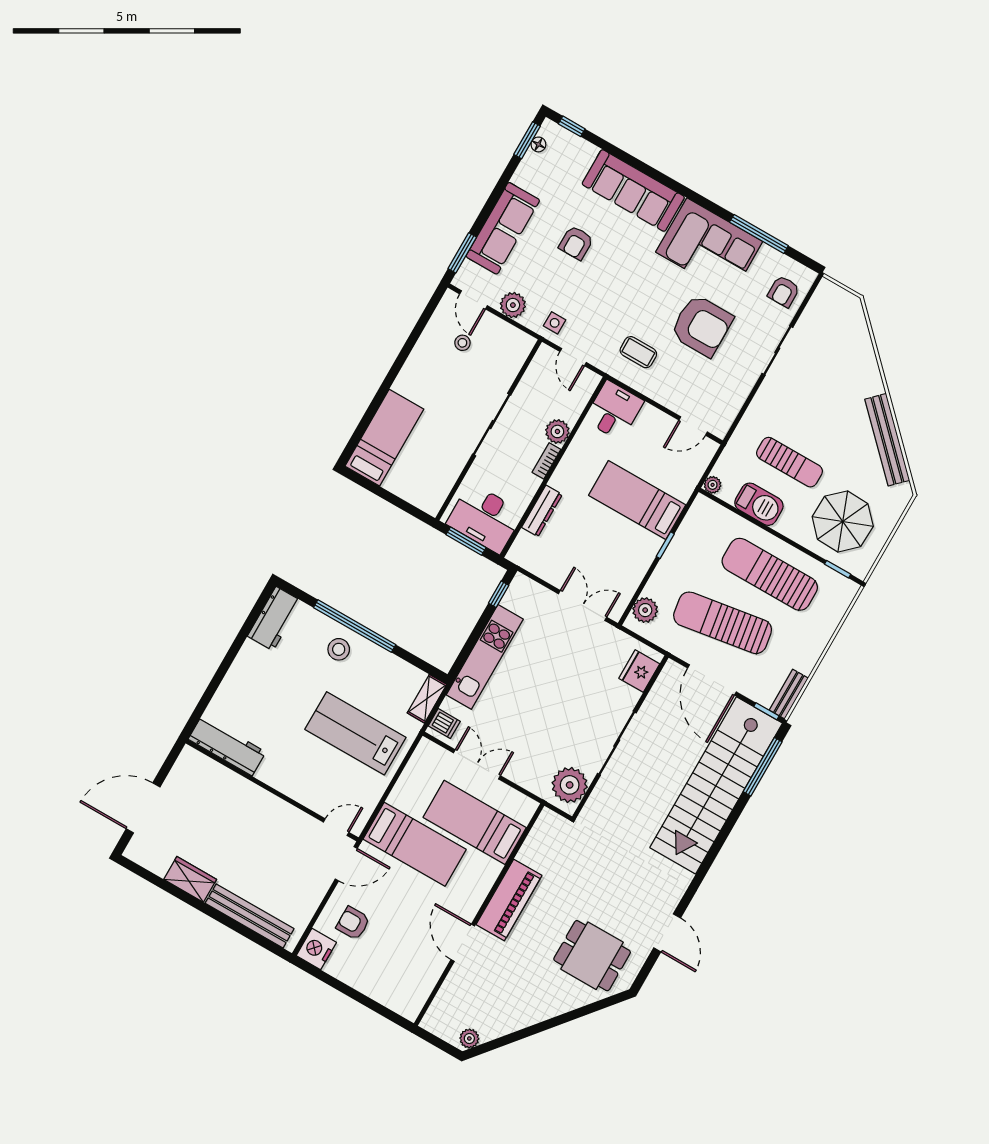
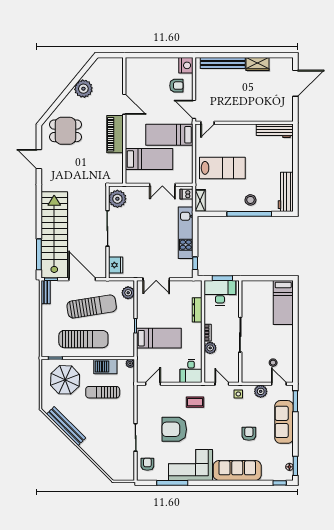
workbench: (274, 619) -> (286, 192), width x1.38
door: (346, 864) -> (194, 109), hinge flipped
plant: (469, 1038) -> (83, 89), moved, width x1.88, depth x1.88

